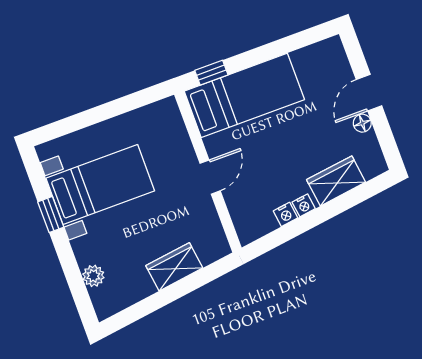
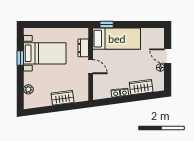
door: (369, 93) -> (168, 56), hinge flipped
dresser: (179, 142) -> (83, 48), added
door: (210, 177) -> (91, 67), hinge flipped

